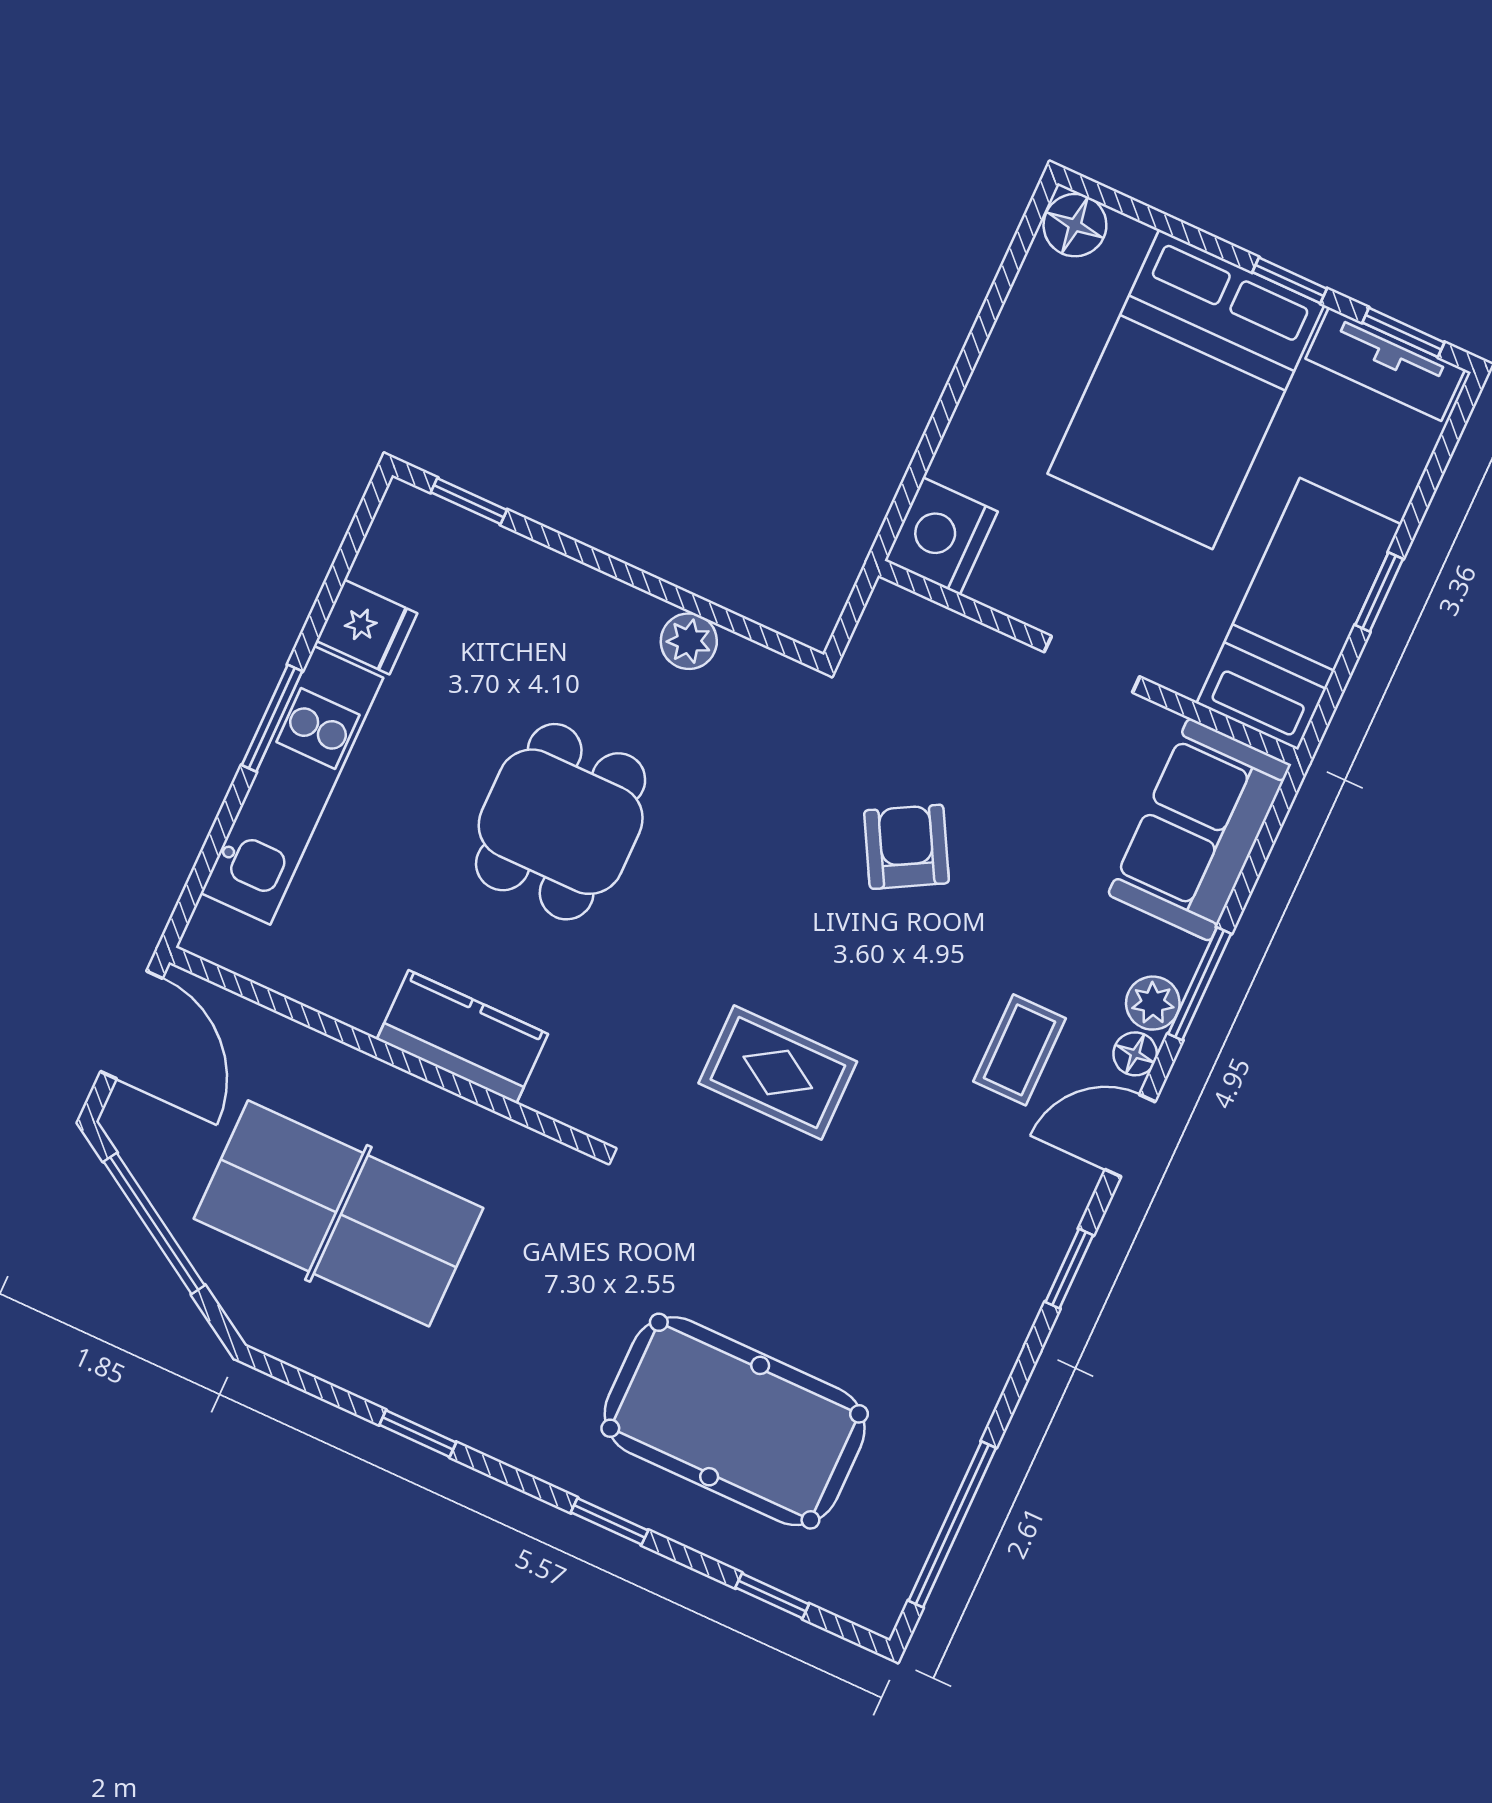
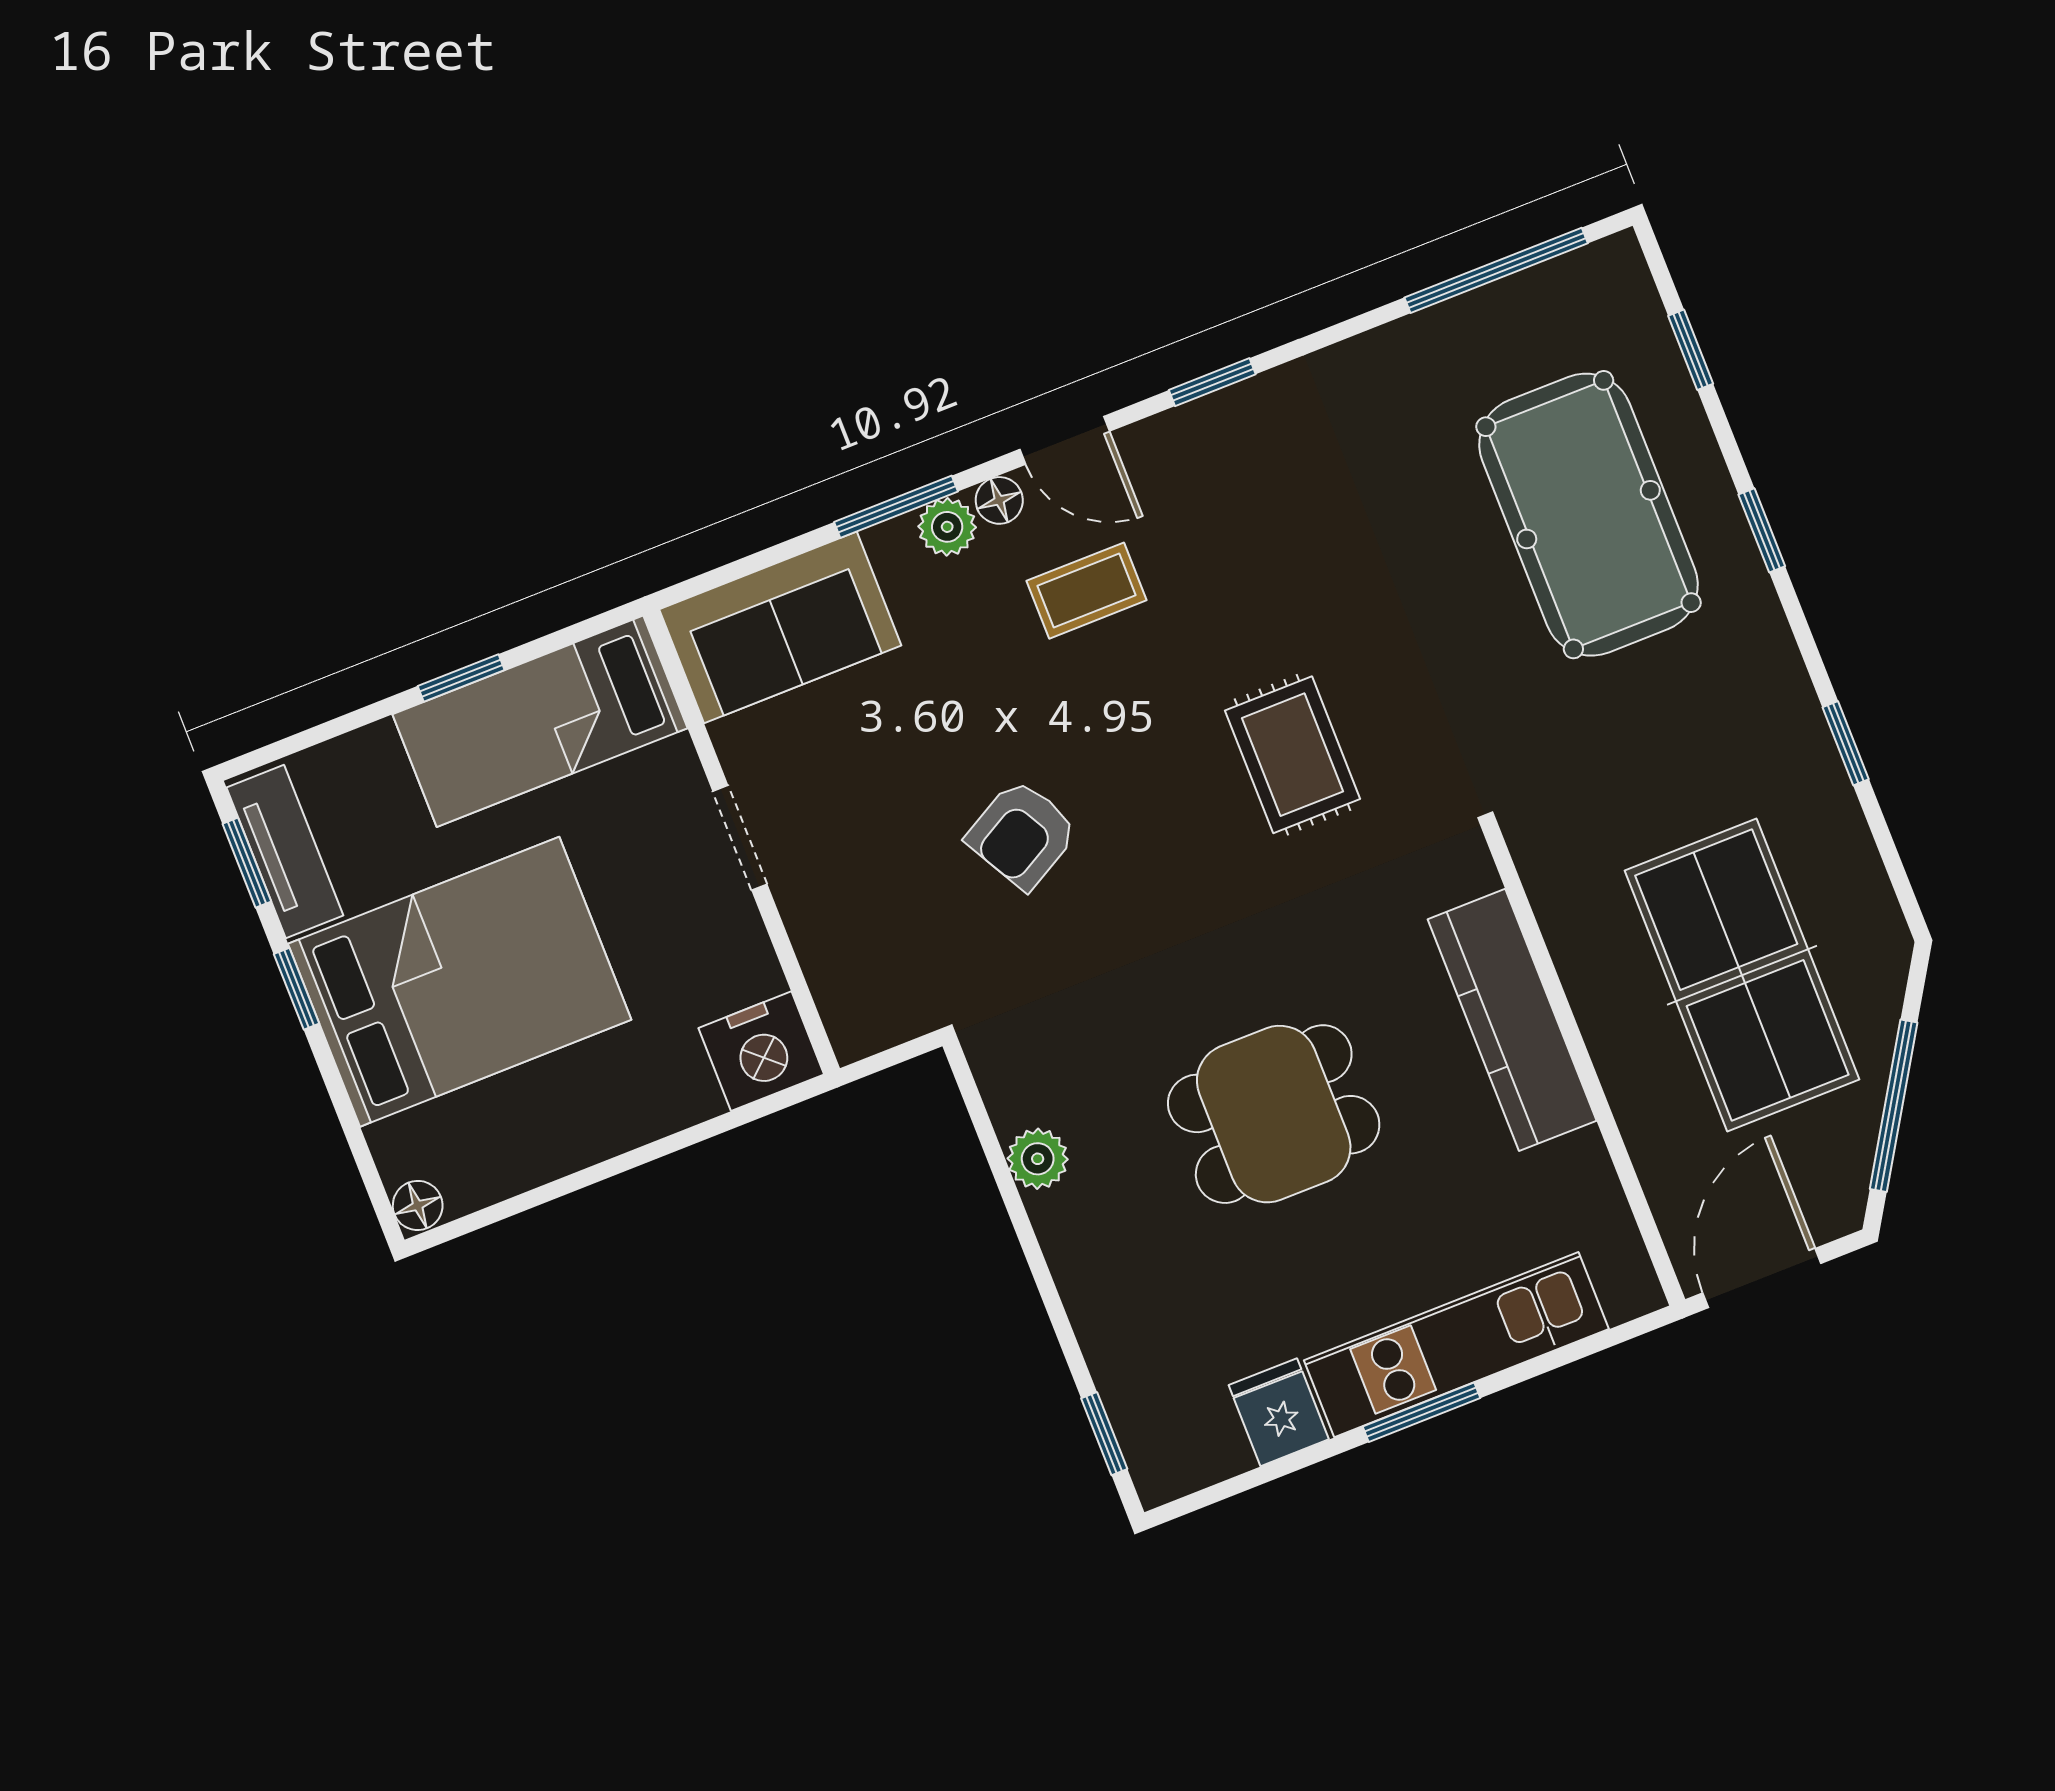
floor lamp: (1075, 225) -> (418, 1205), width x0.73, depth x0.73
kitchen counter: (462, 1037) -> (1512, 1020), width x1.50

